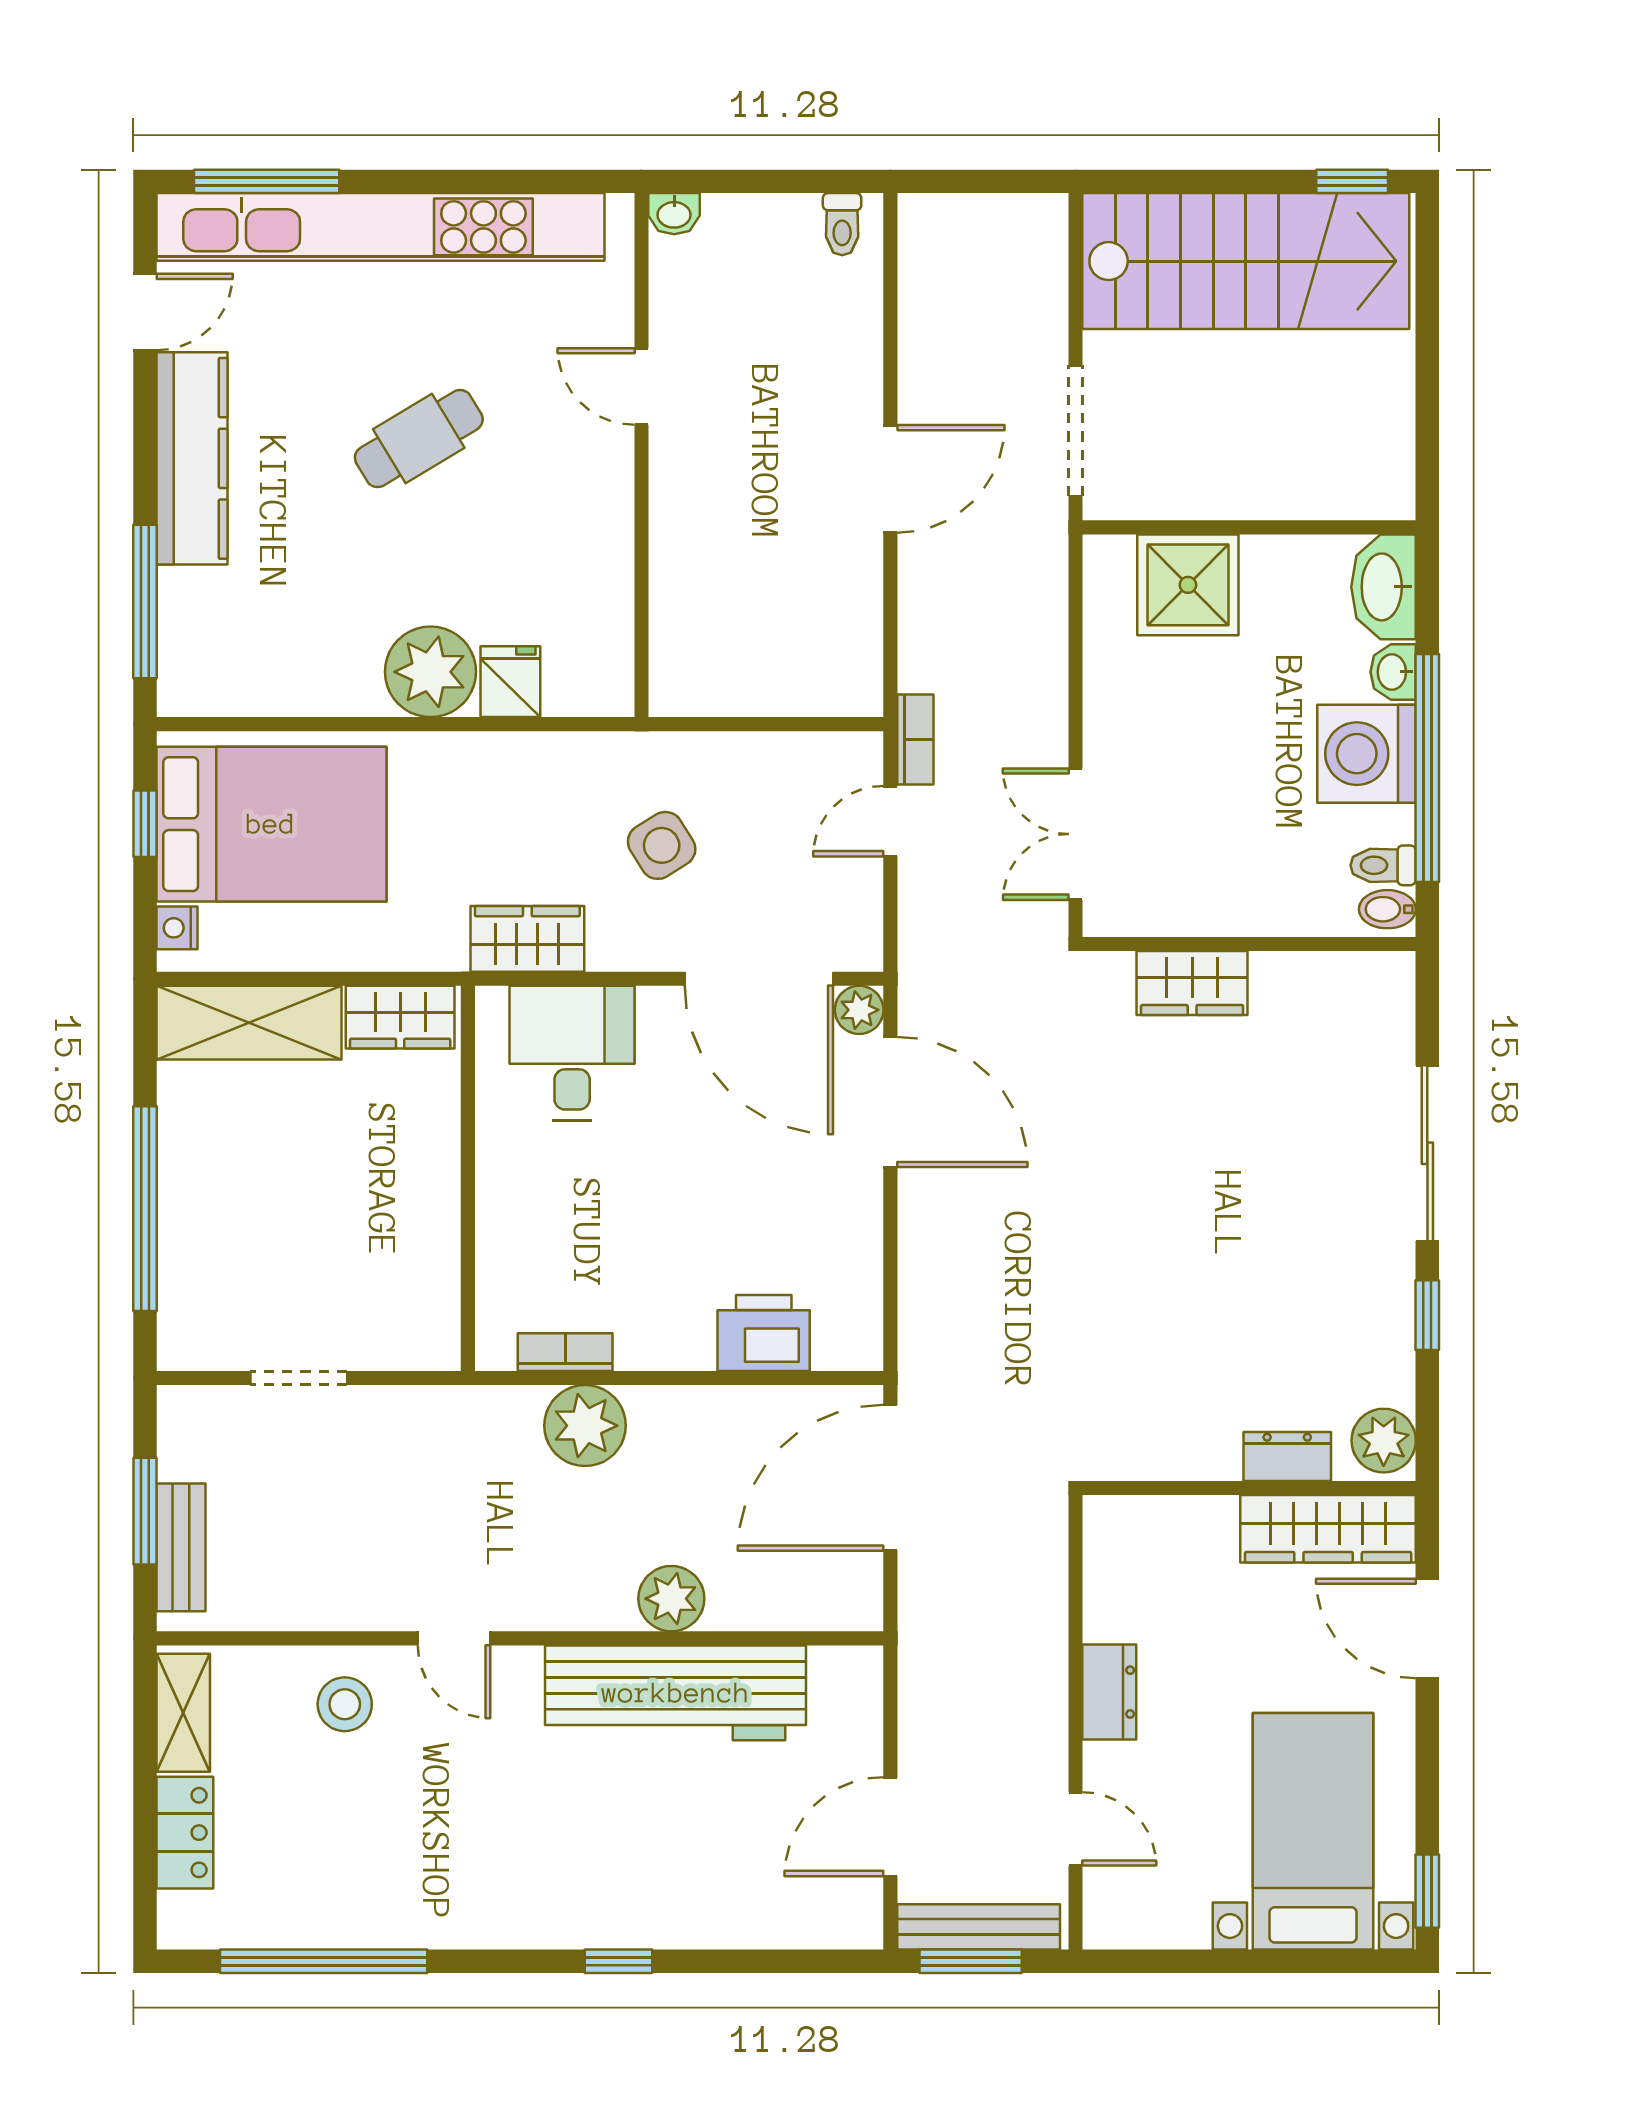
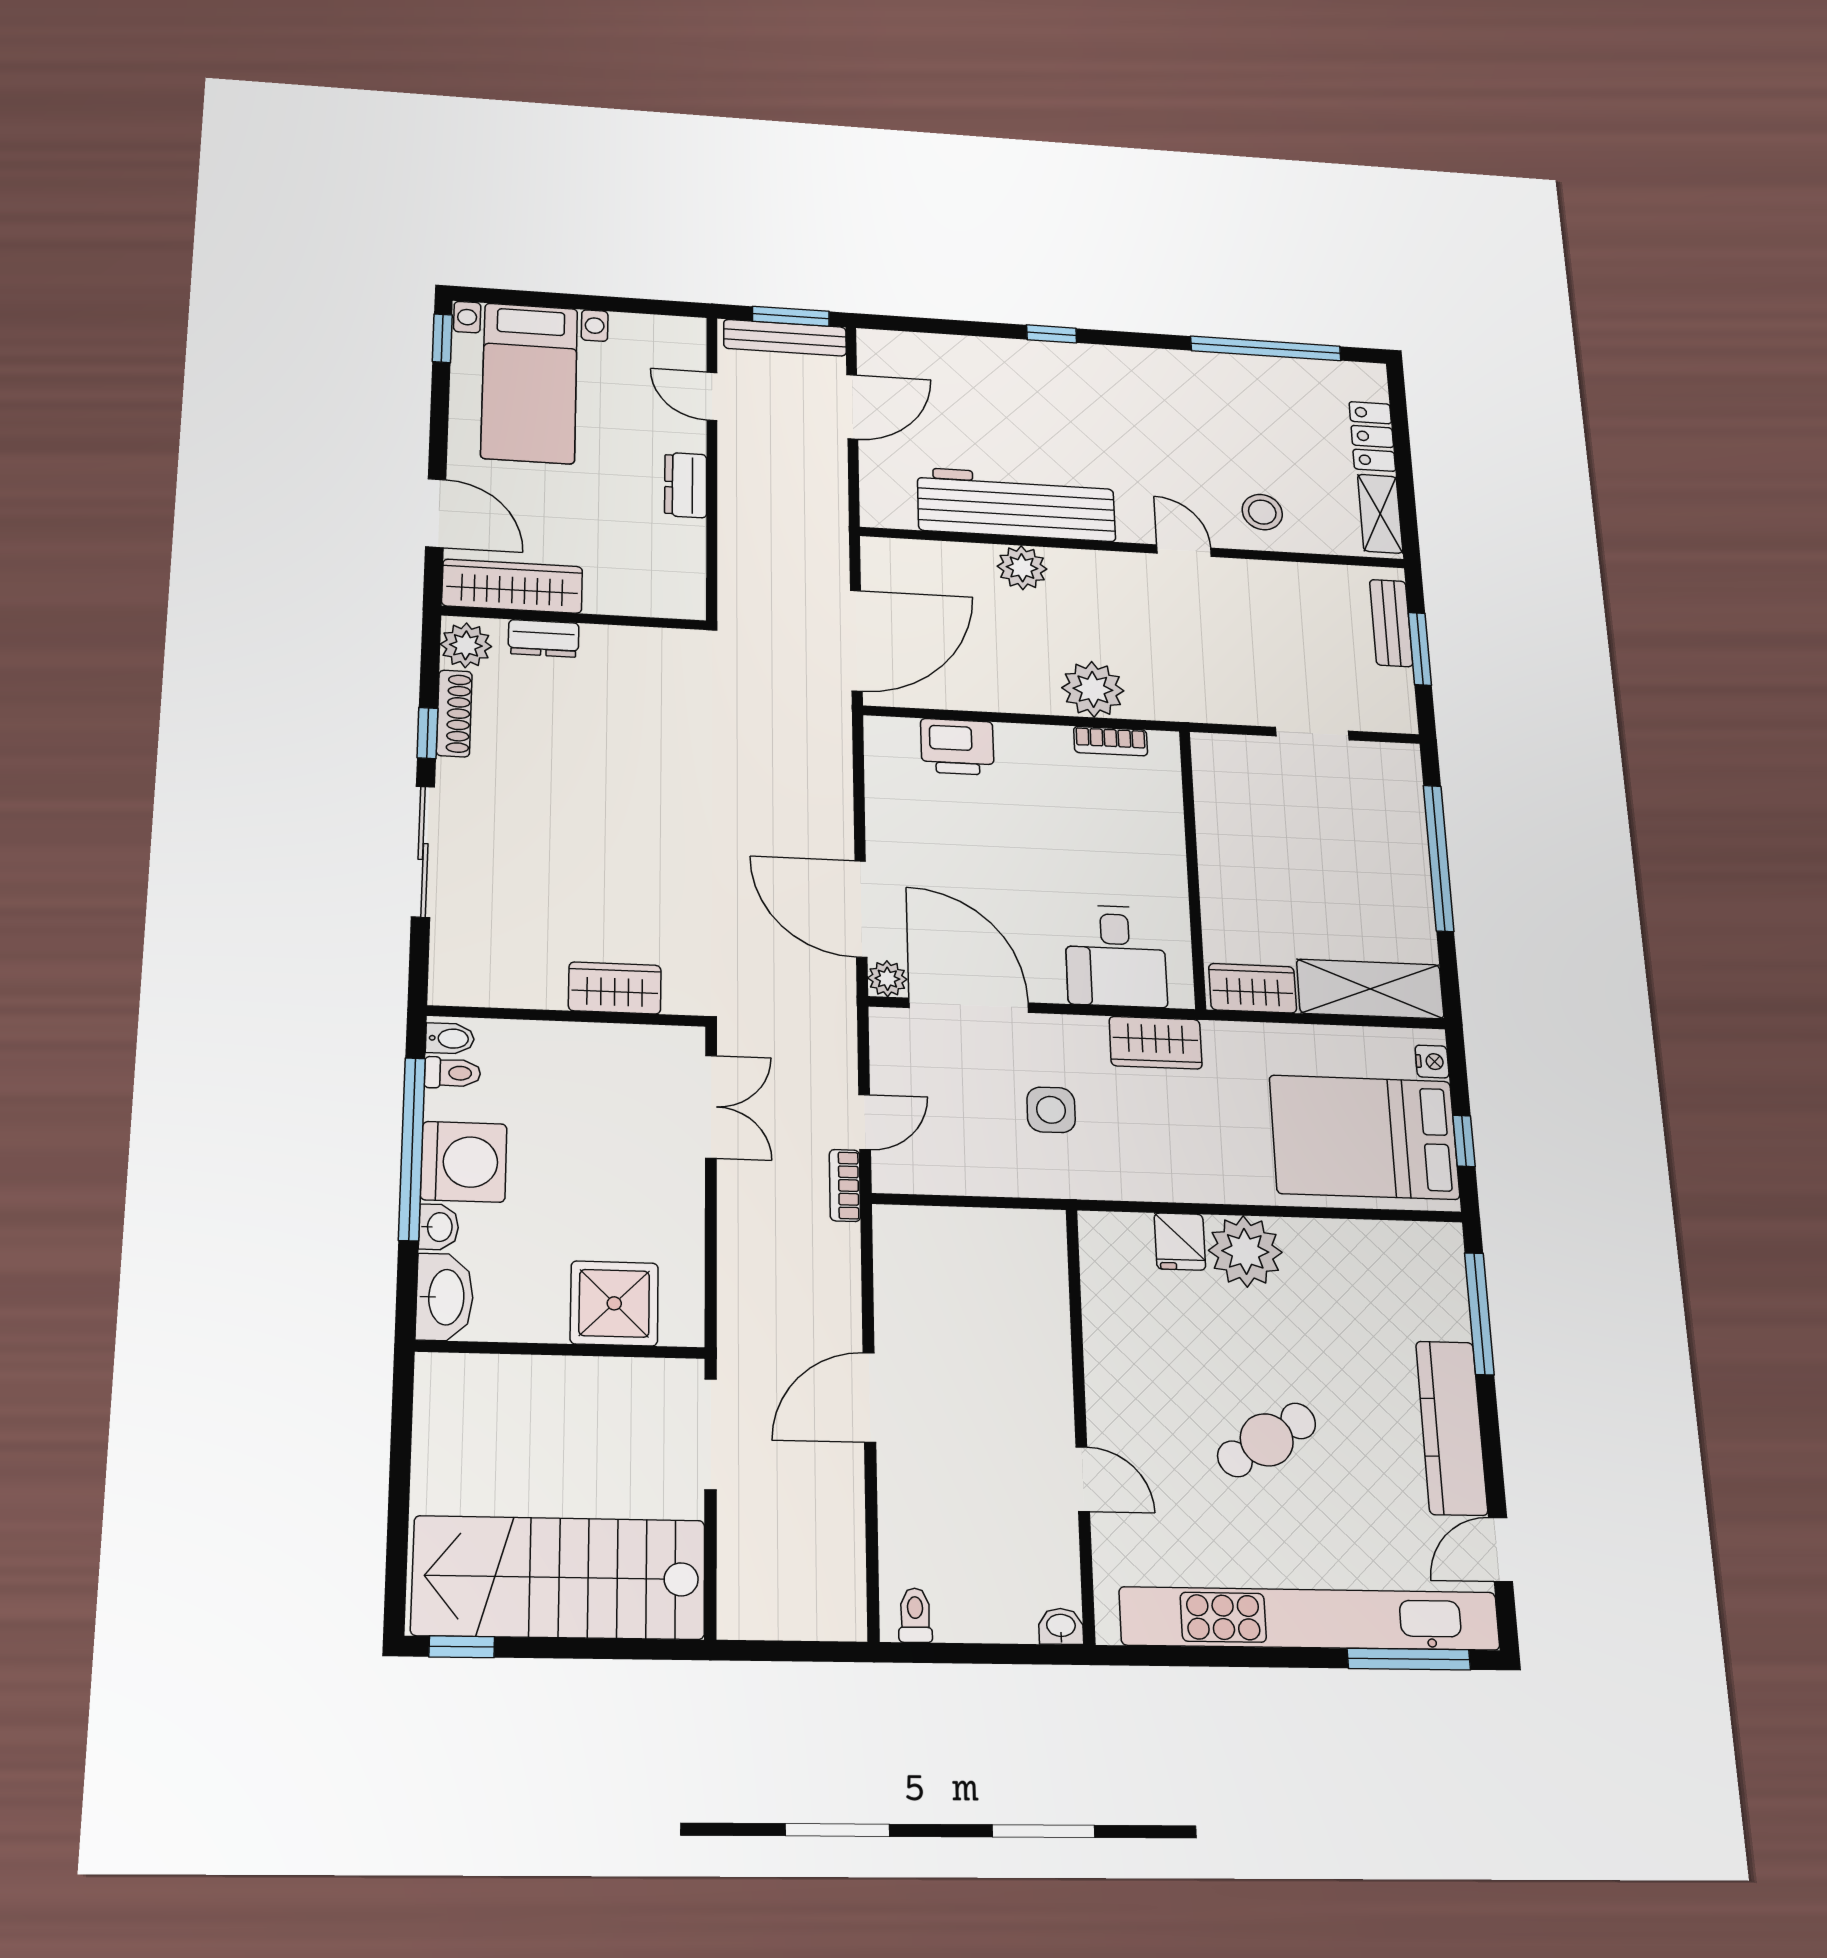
side table: (662, 845) -> (1051, 1110), turned 32
shoe rack: (1395, 1344) -> (454, 713), added

